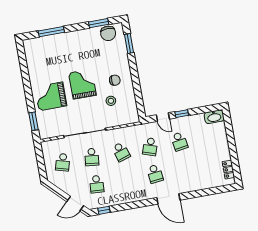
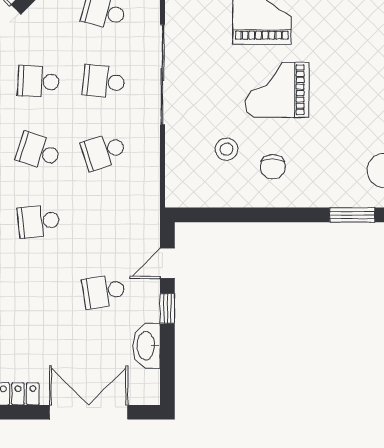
grand piano: (82, 84) -> (277, 90), turned 180
washbasin: (214, 117) -> (146, 346), moved
double door: (231, 139) -> (89, 412), added
school desk: (150, 147) -> (39, 151), moved

